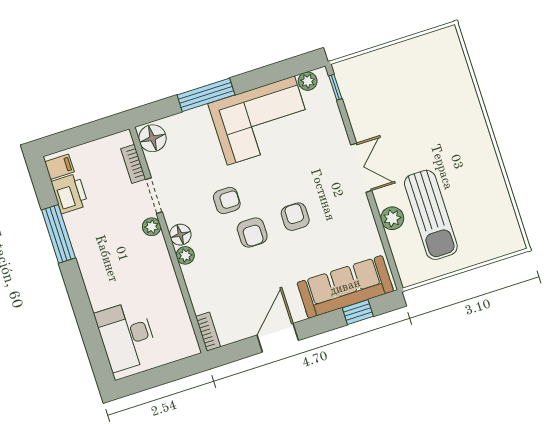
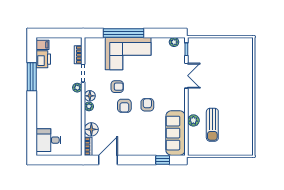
window: (206, 95) -> (123, 33), width x1.46
corner sofa: (261, 121) -> (128, 54), moved
floor lamp: (153, 138) -> (91, 129), moved
double door: (361, 168) -> (186, 76), moved
sun lounger: (431, 215) -> (212, 125), width x0.73, depth x0.75
sofa: (345, 287) -> (175, 133), moved, turned -90
desk: (126, 336) -> (49, 140), width x0.73
door: (278, 338) -> (108, 160), moved

